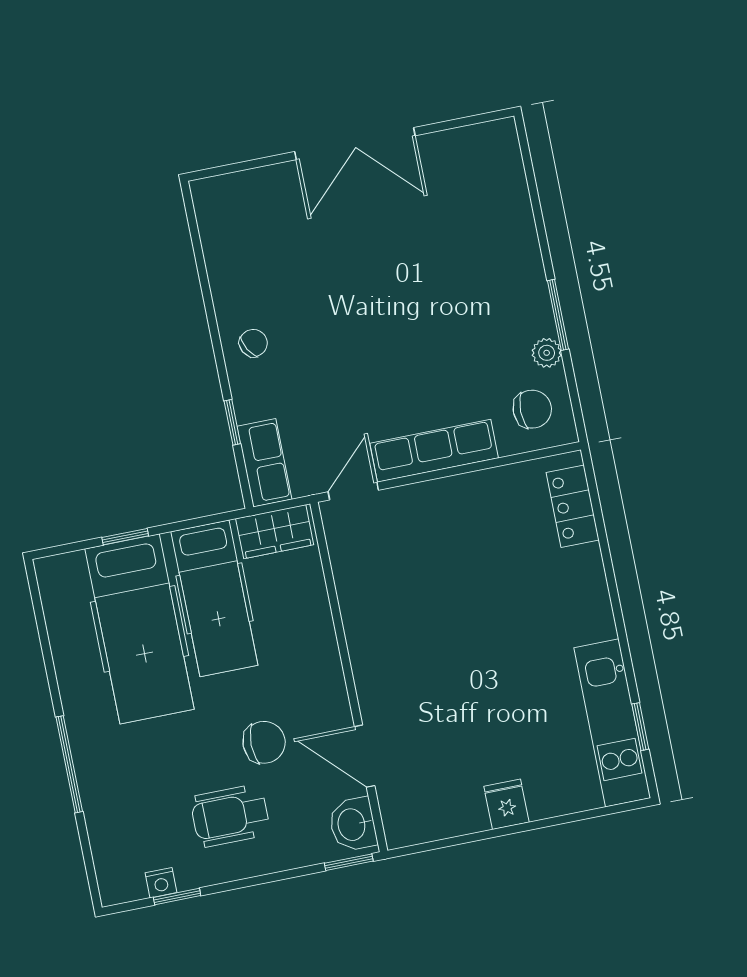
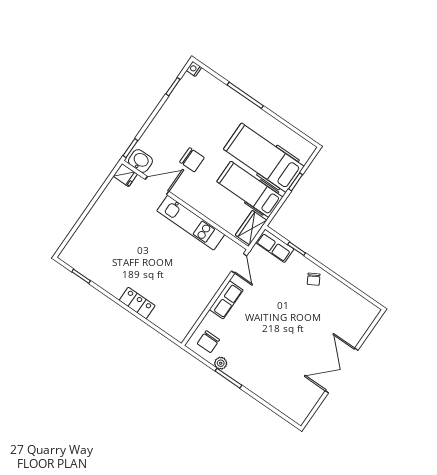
row of seats: (434, 451) -> (226, 300), width x0.68
locker: (573, 506) -> (137, 303), moved
kitchen unit: (612, 723) -> (191, 223), moved, turned 180
chair: (264, 742) -> (192, 160), turned -90
fridge: (506, 804) -> (125, 175), moved
wheelchair: (230, 816) -> (181, 127), removed
nightstand: (161, 883) -> (194, 69), moved

